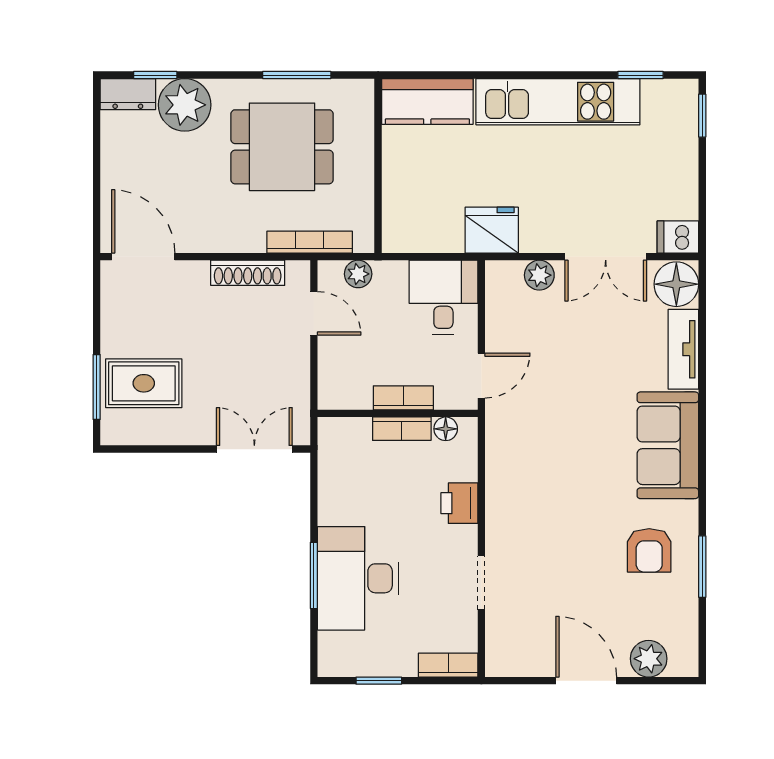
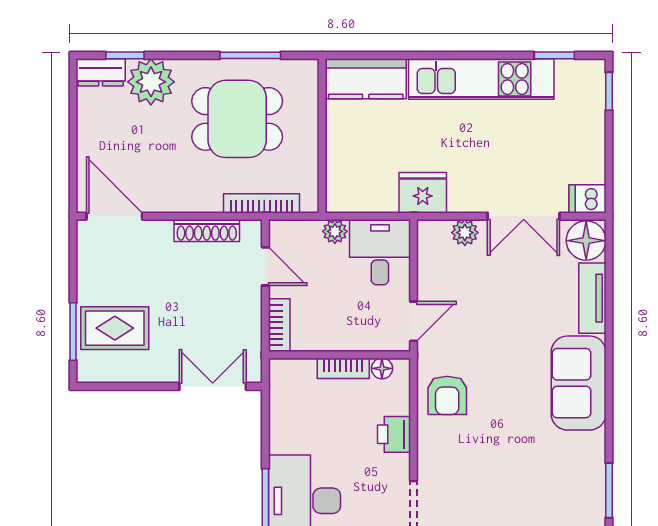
plant: (358, 274) -> (335, 231), moved
bookcase: (403, 398) -> (279, 325), moved, turned 90
armchair: (649, 550) -> (447, 395), moved

